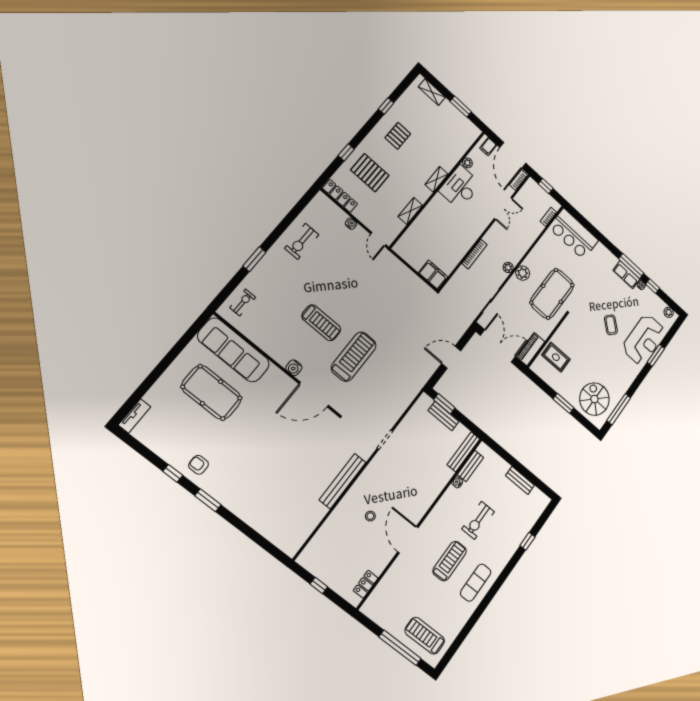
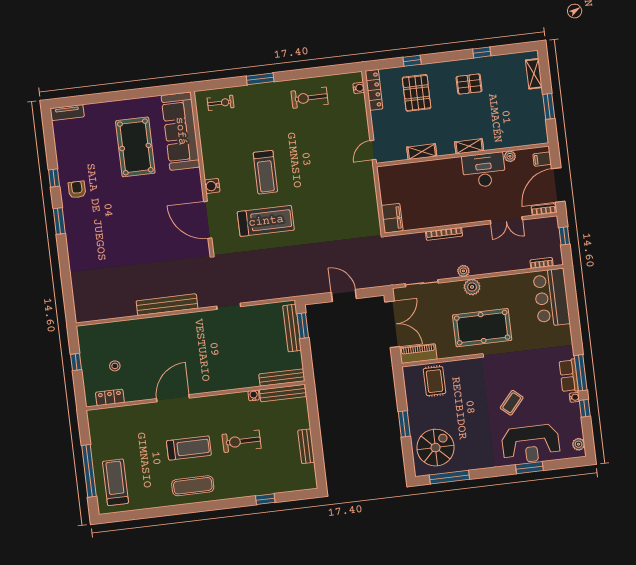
water cooler: (351, 224) -> (359, 88), moved
bench: (443, 416) -> (292, 328), width x1.36
bench: (470, 466) -> (283, 393), width x1.36
stool: (370, 516) -> (115, 366), moved

